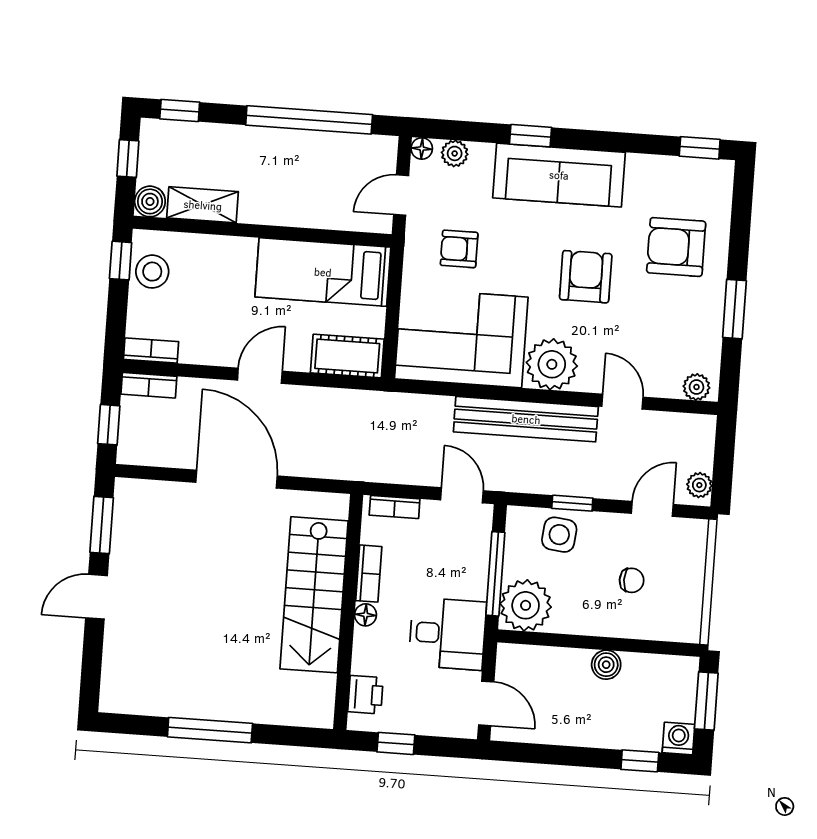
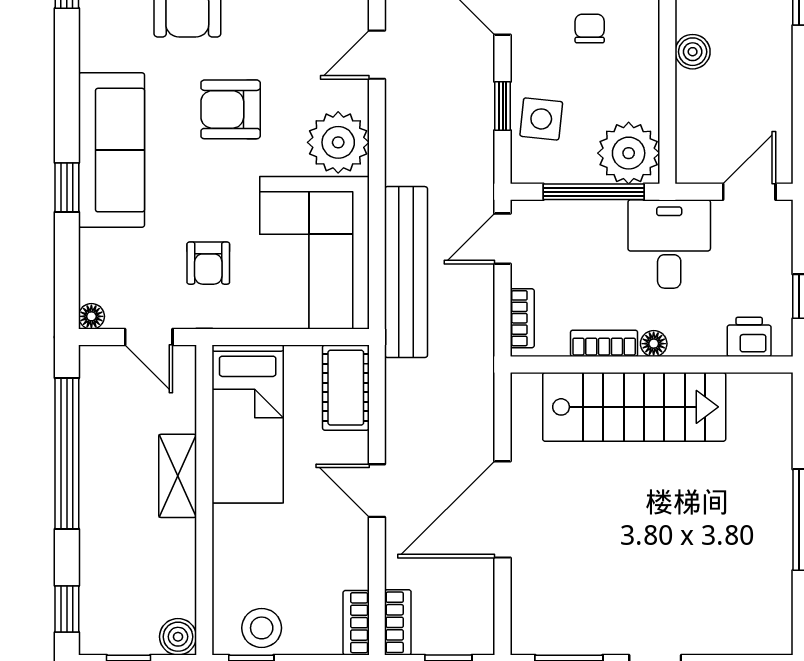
plant: (455, 153) -> (95, 277), removed
shelving: (203, 205) -> (178, 476), moved
bench: (526, 419) -> (406, 272), moved

